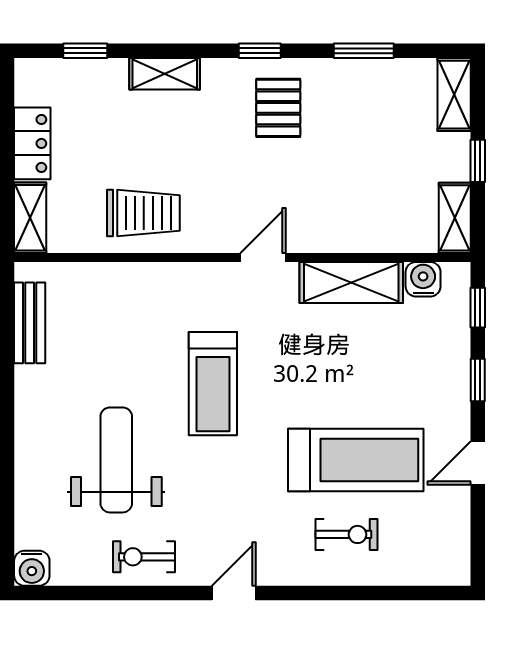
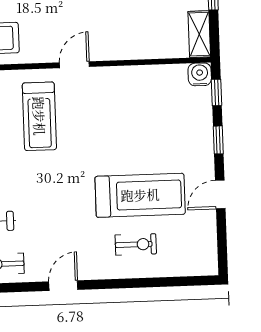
water cooler: (423, 279) -> (200, 74), moved
shelving: (351, 282) -> (133, 79), removed
treadmill: (213, 384) -> (39, 116), moved

